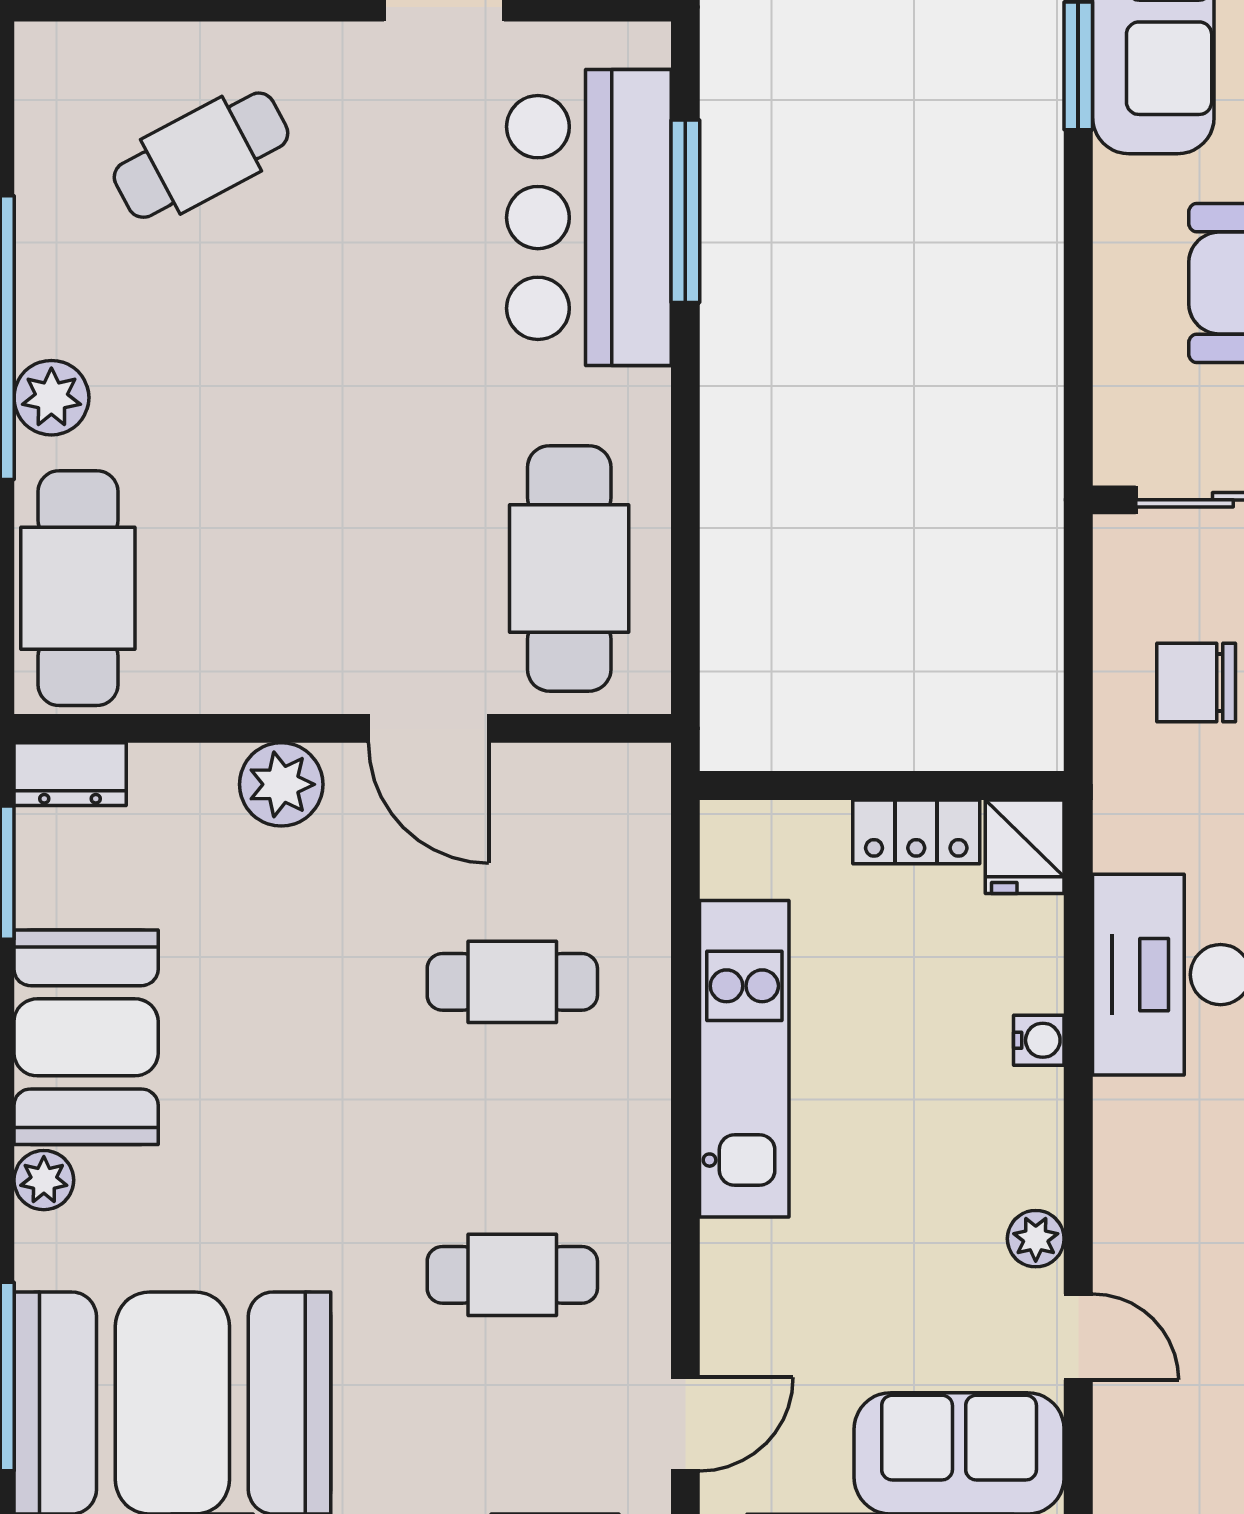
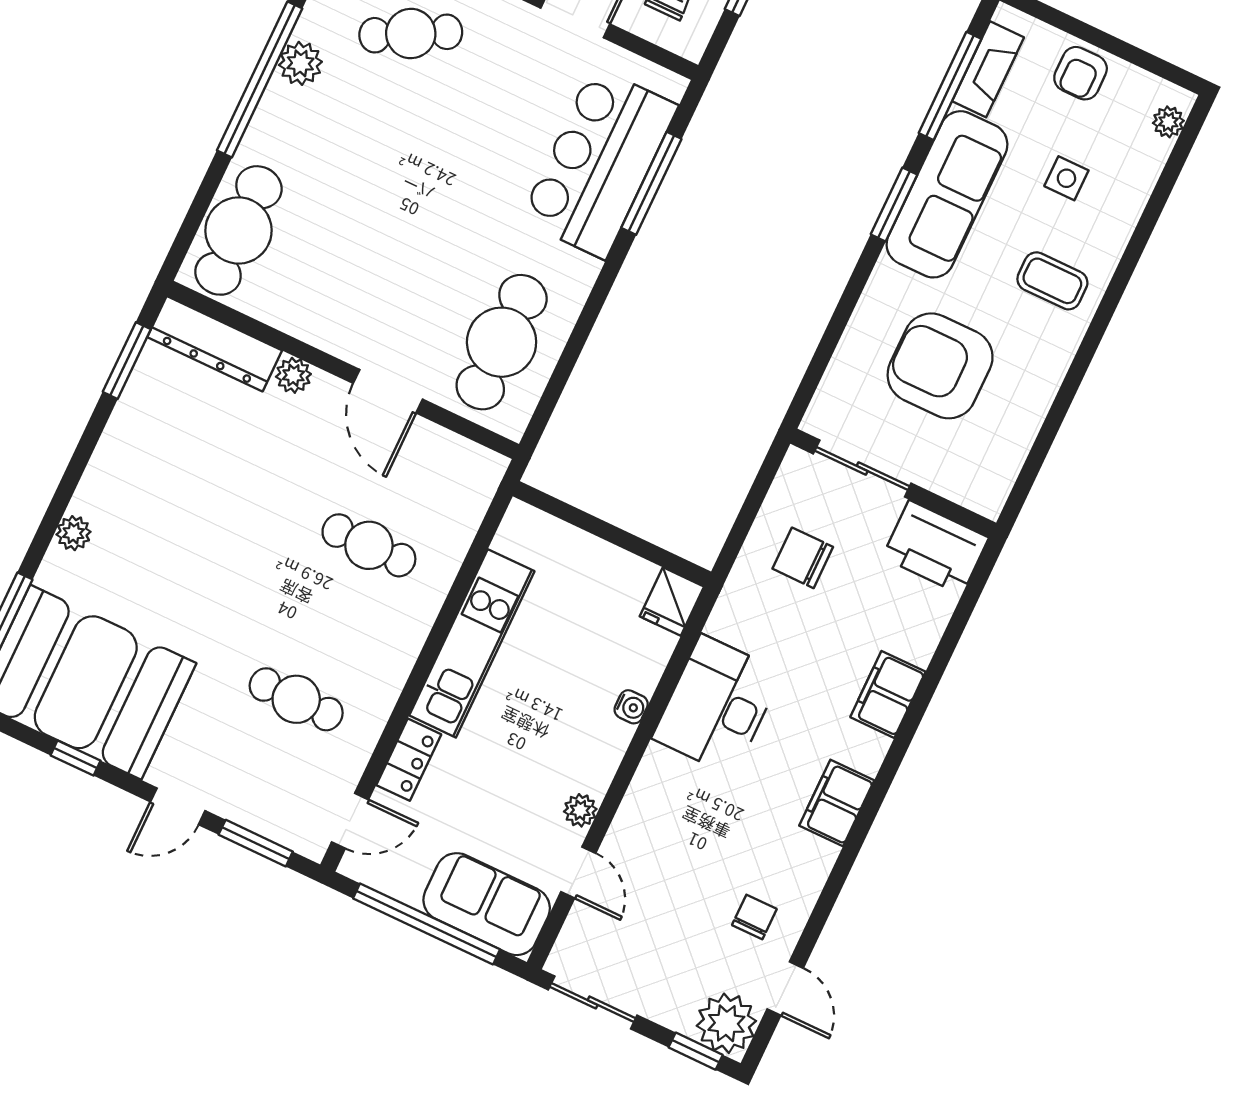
plant: (51, 398) -> (300, 63), moved
dresser: (70, 774) -> (215, 344), width x1.96, depth x1.24
plant: (281, 784) -> (293, 375), width x0.73, depth x0.73
locker: (916, 832) -> (409, 760), moved, turned -90
booth: (86, 1037) -> (131, 469), removed

